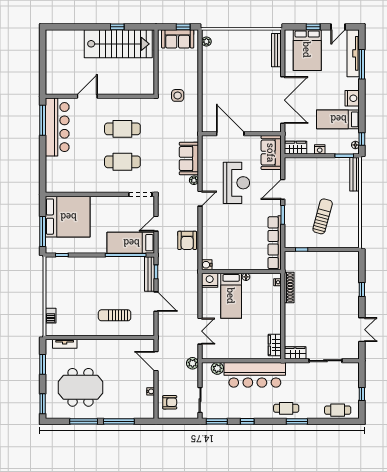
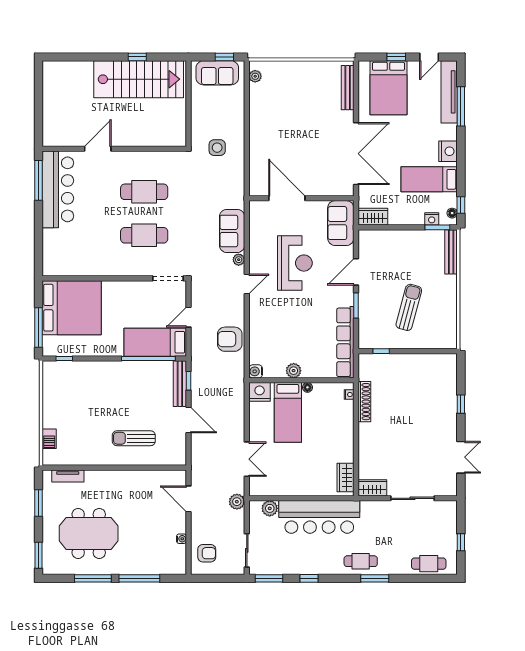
nightstand: (320, 149) -> (432, 219), moved
armchair: (187, 240) -> (230, 339), turned 90
plant: (235, 264) -> (294, 371), added

